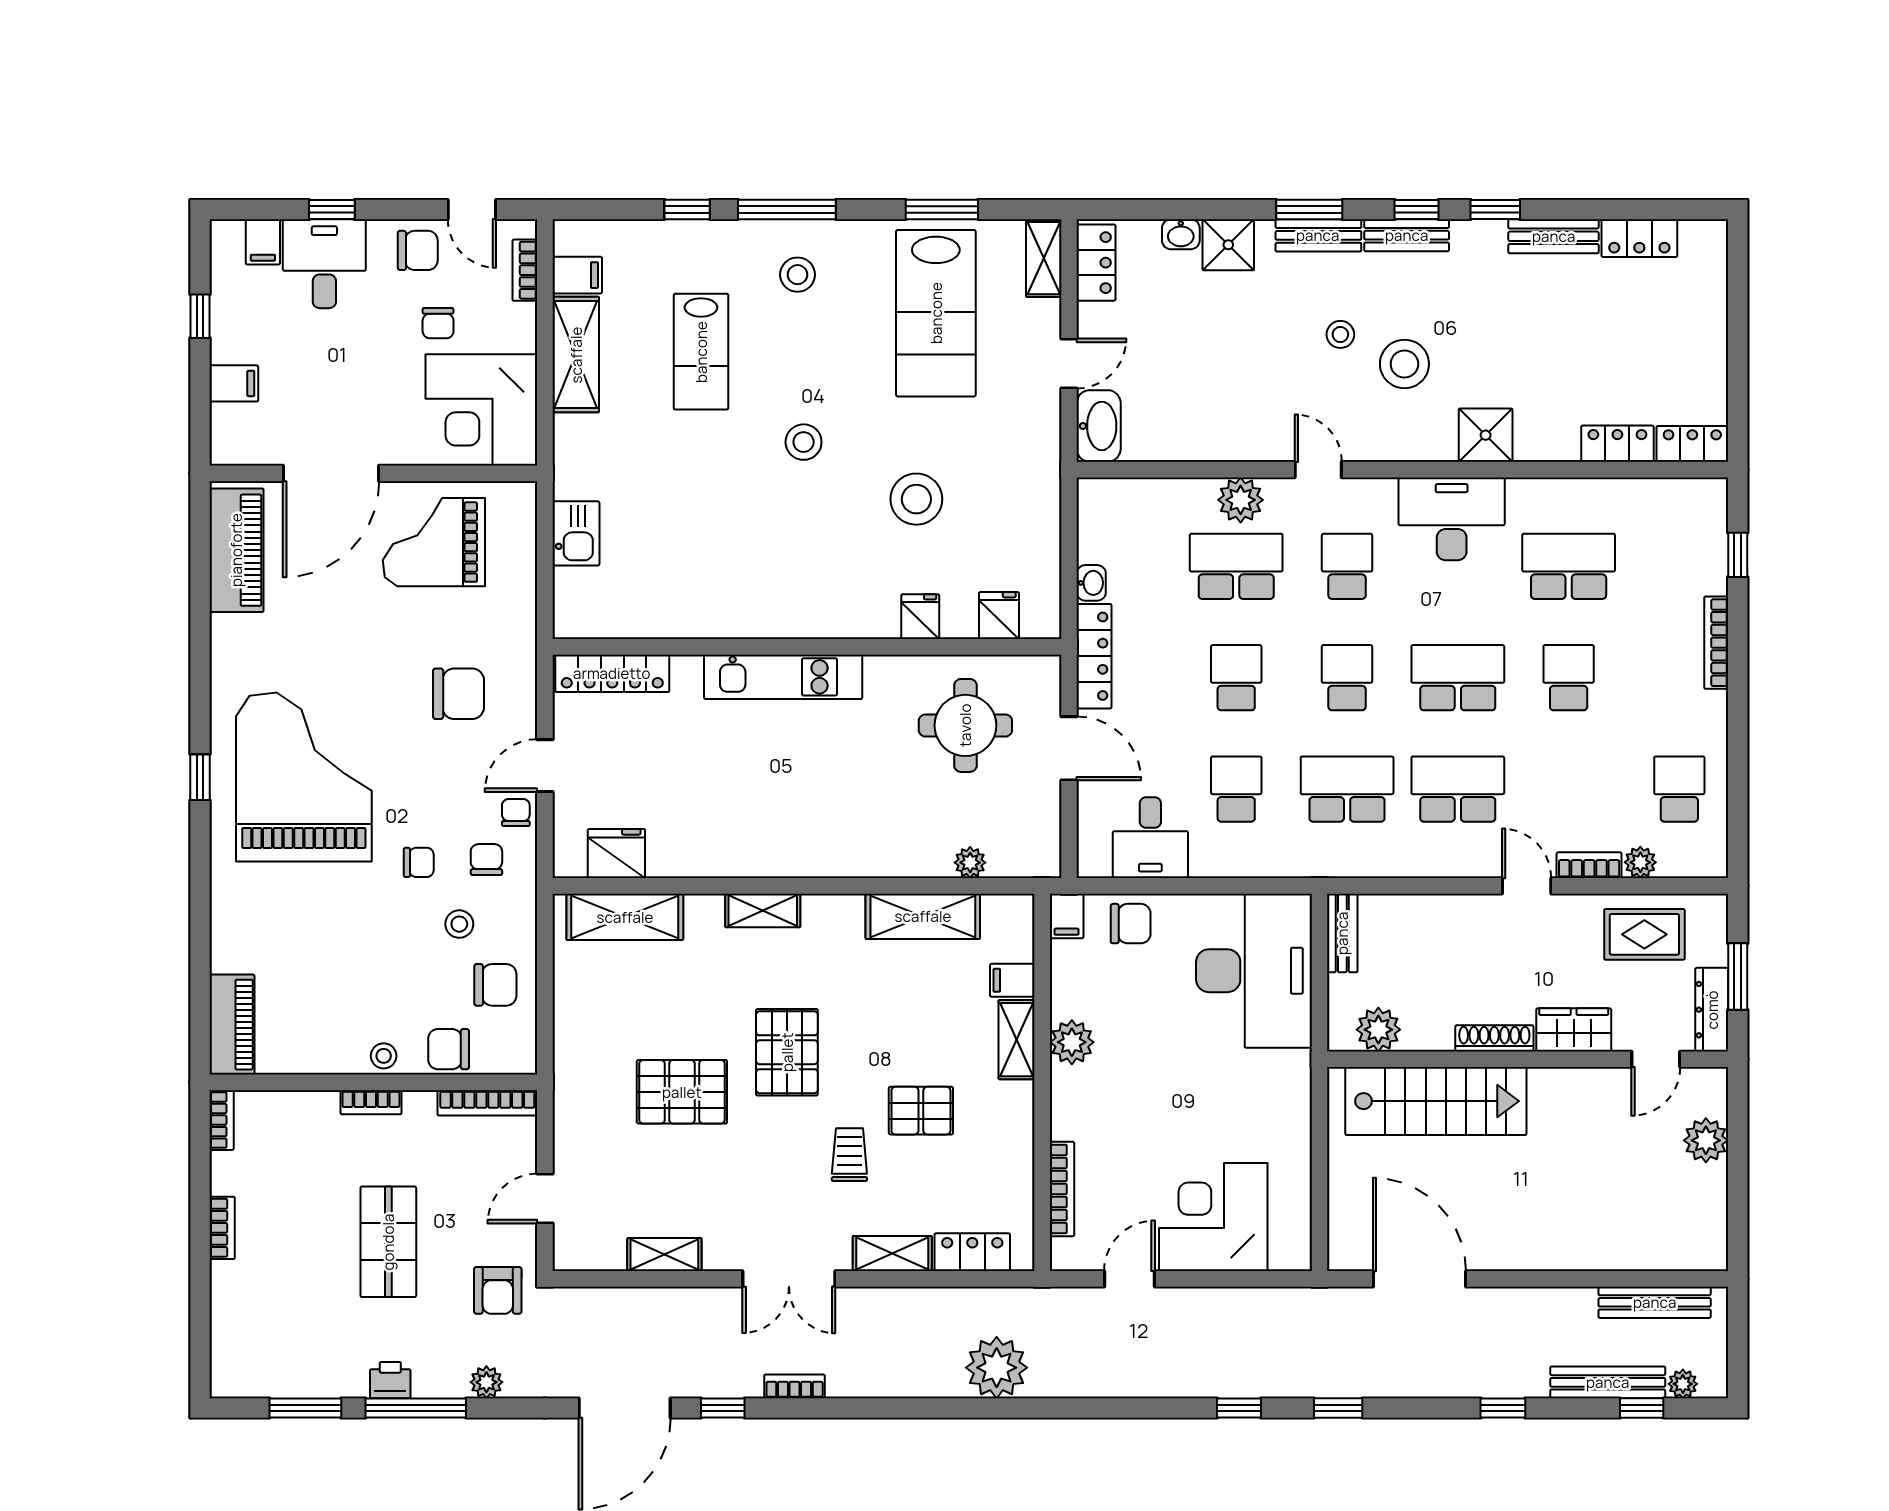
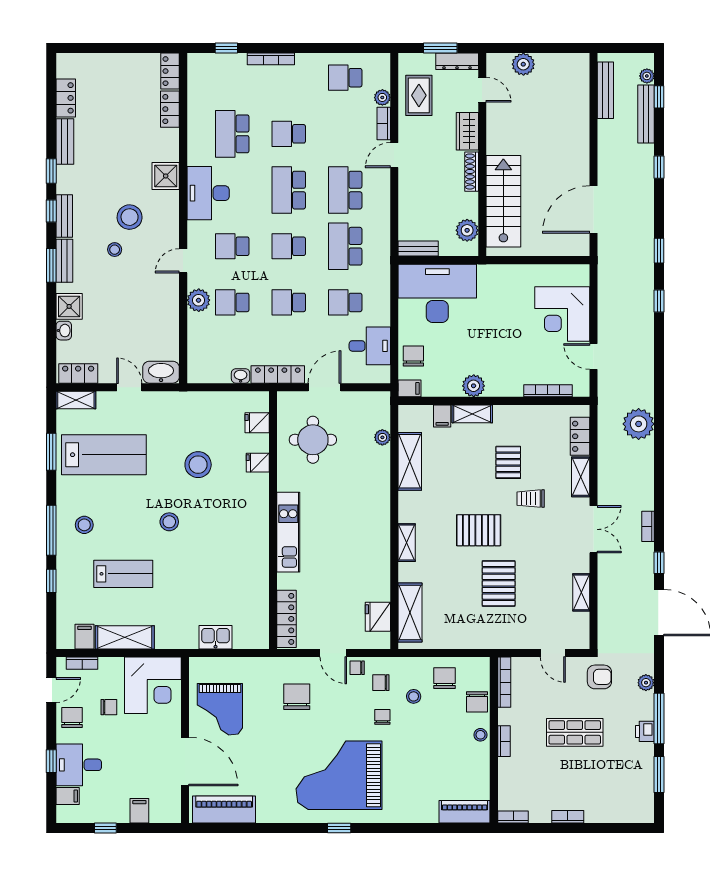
school desk: (1236, 566) -> (232, 302), width x0.54

